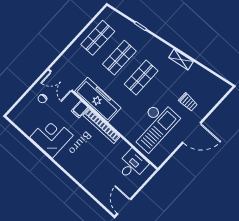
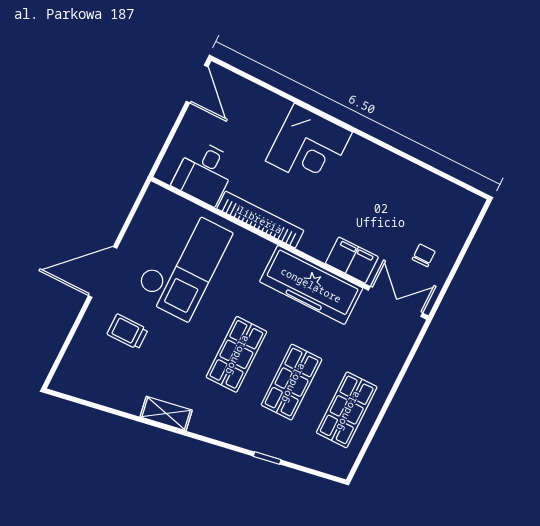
filing cabinet: (80, 109) -> (352, 260), width x2.00
bookcase: (102, 126) -> (260, 220), moved
checkout: (154, 126) -> (183, 264), turned 180
corner desk: (51, 136) -> (309, 146), moved

